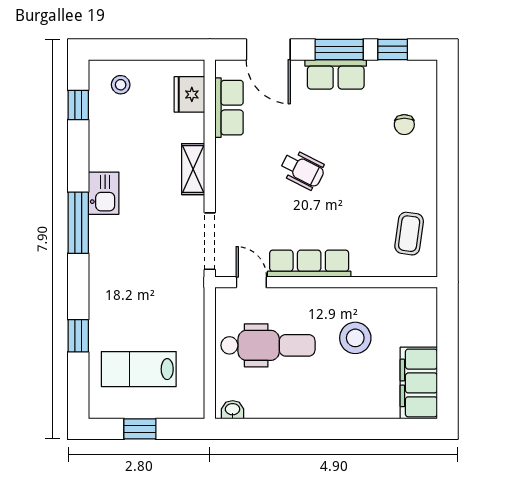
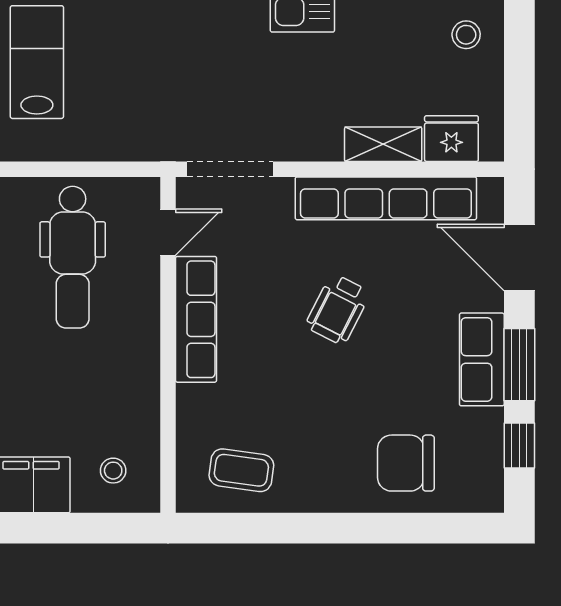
door: (268, 50) -> (519, 258), hinge flipped
row of seats: (229, 108) -> (386, 198), width x2.02
chair: (404, 125) -> (406, 463), width x1.87, depth x1.87
shelving: (193, 169) -> (383, 144), moved
stool: (355, 338) -> (113, 471), moved, width x0.53, depth x0.53

